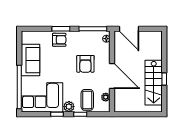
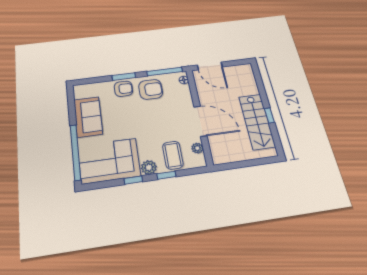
armchair: (85, 64) -> (151, 89), moved, turned -90

